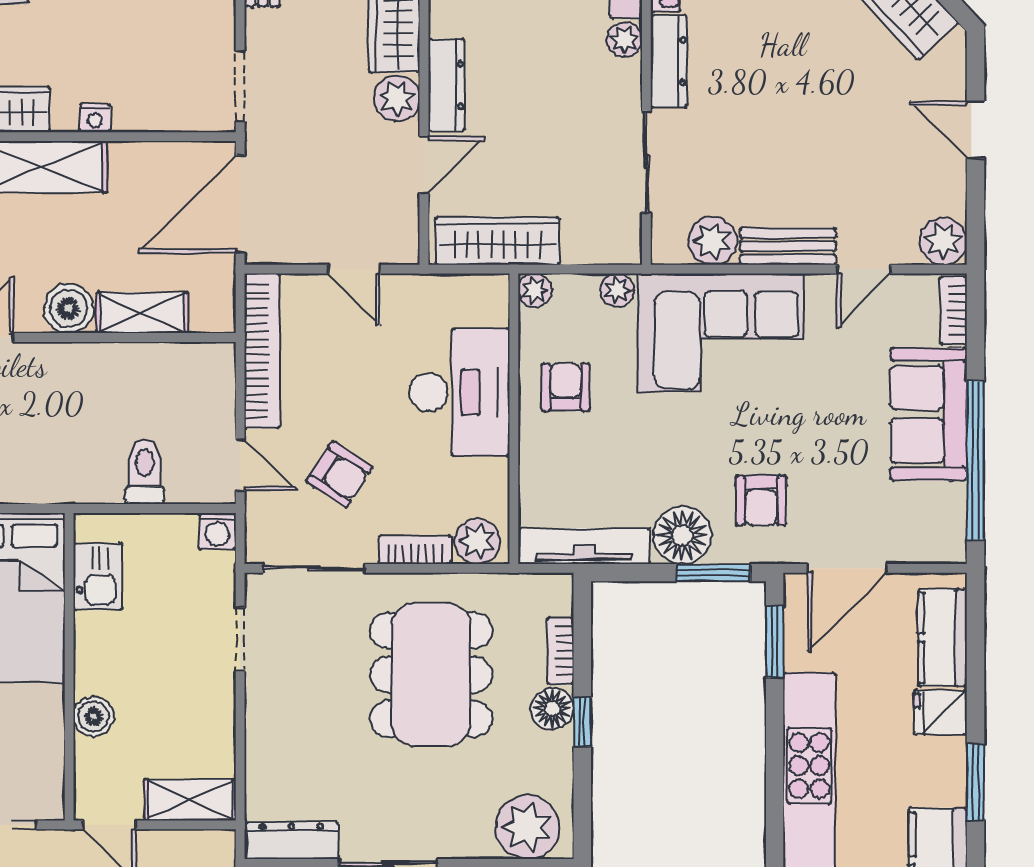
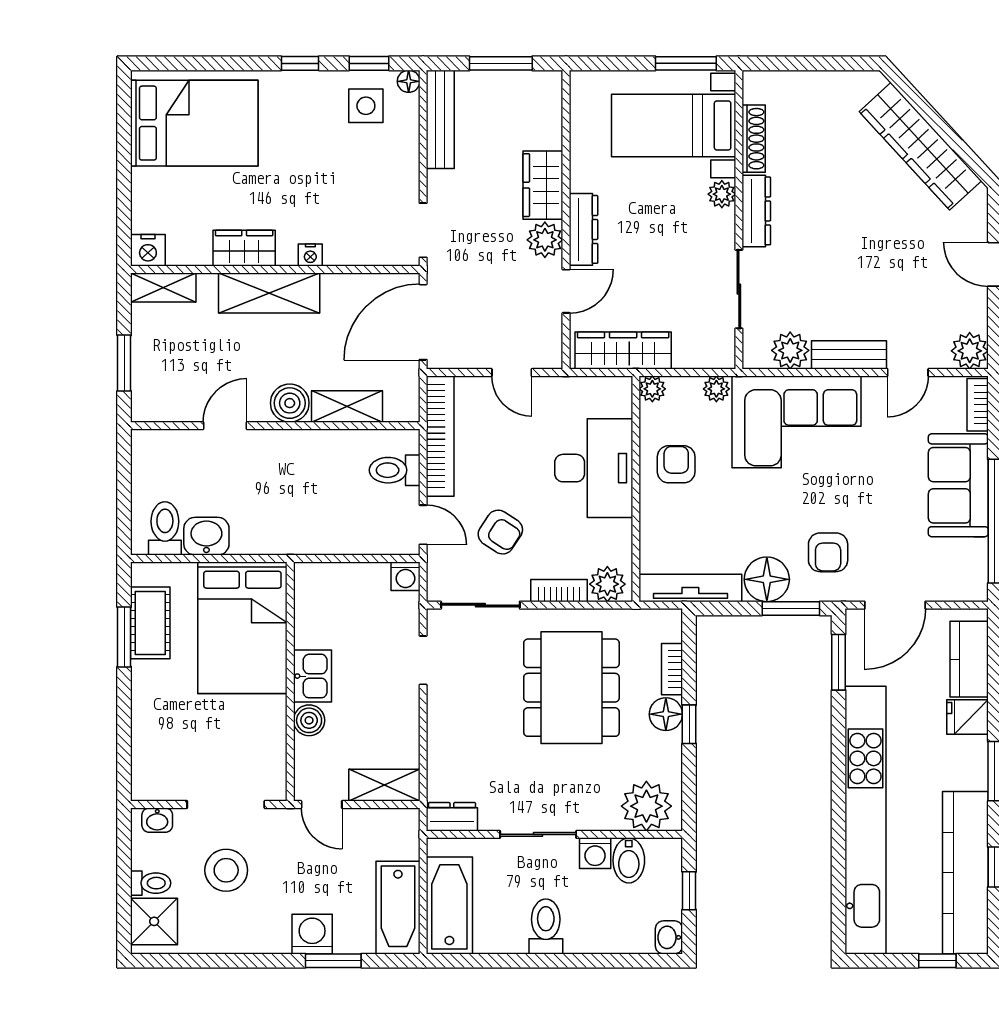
toilet: (145, 472) -> (395, 470), moved, turned -90
kitchen sink: (98, 576) -> (312, 676), moved
dresser: (291, 841) -> (452, 817), width x0.70

